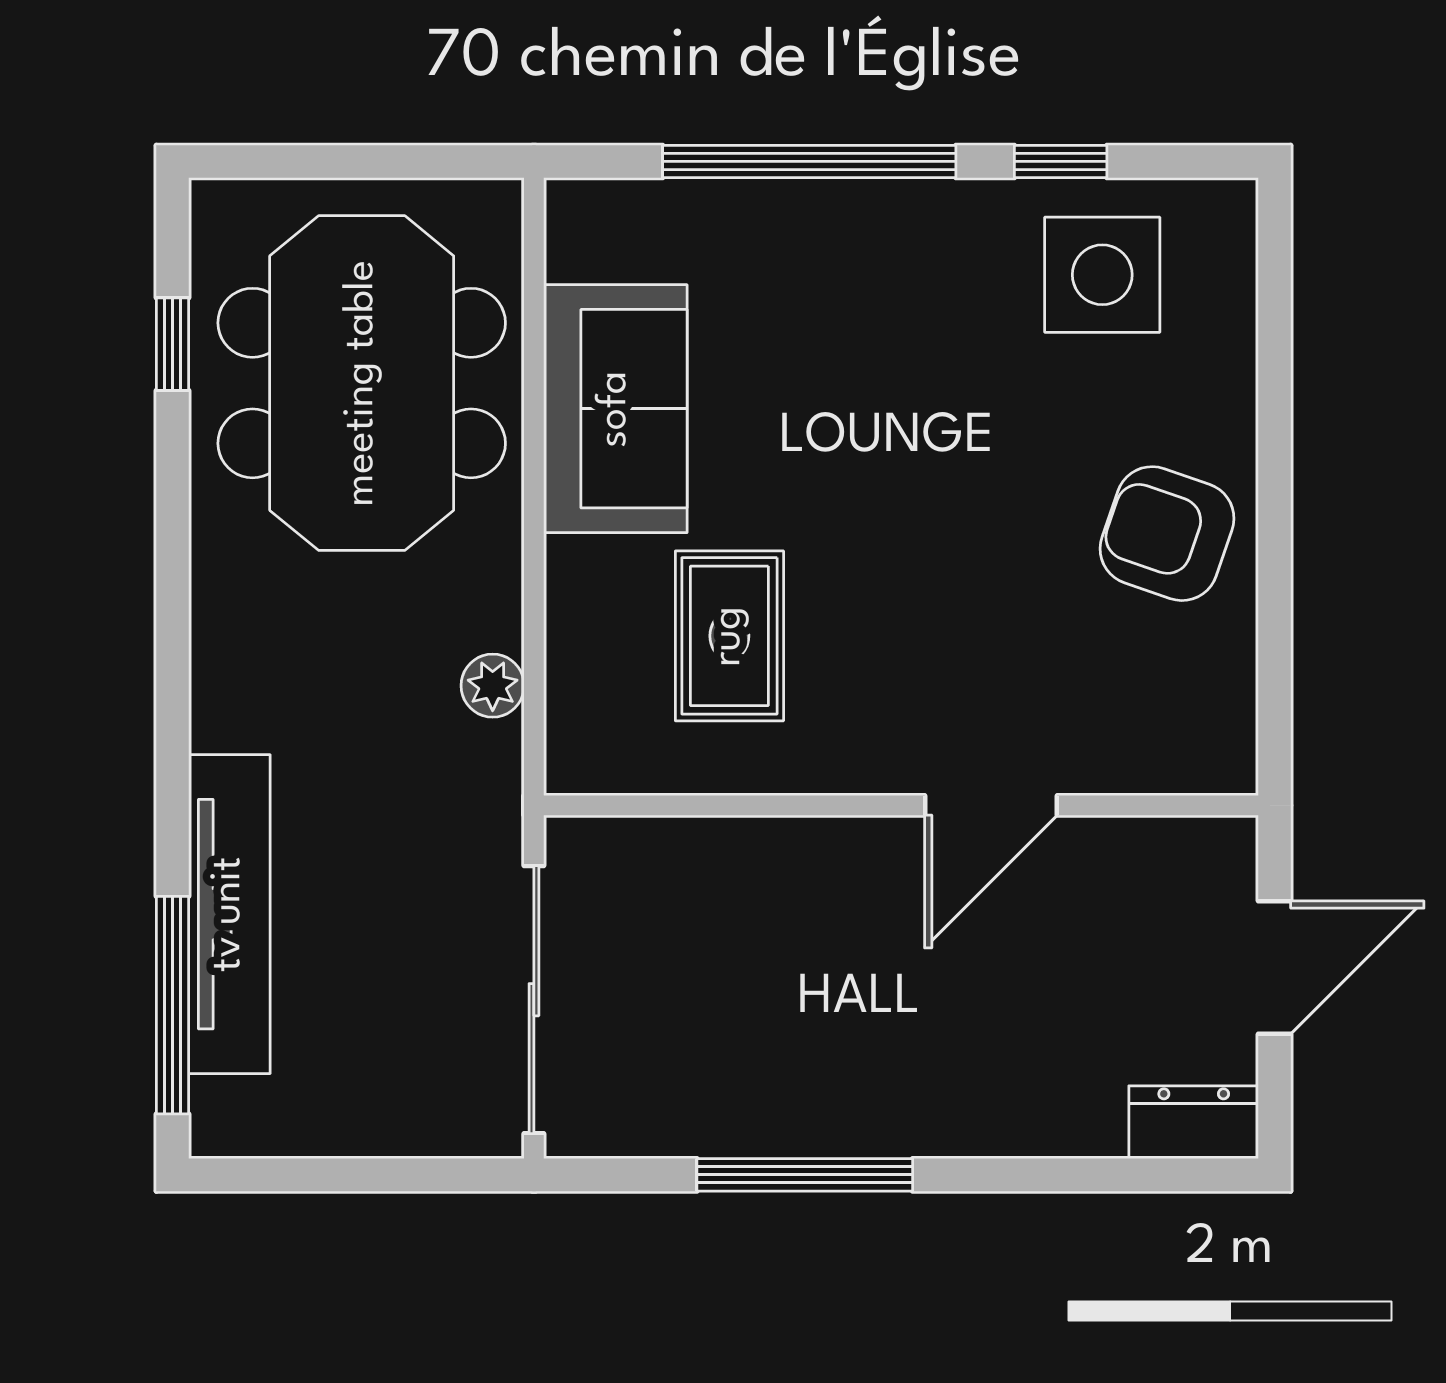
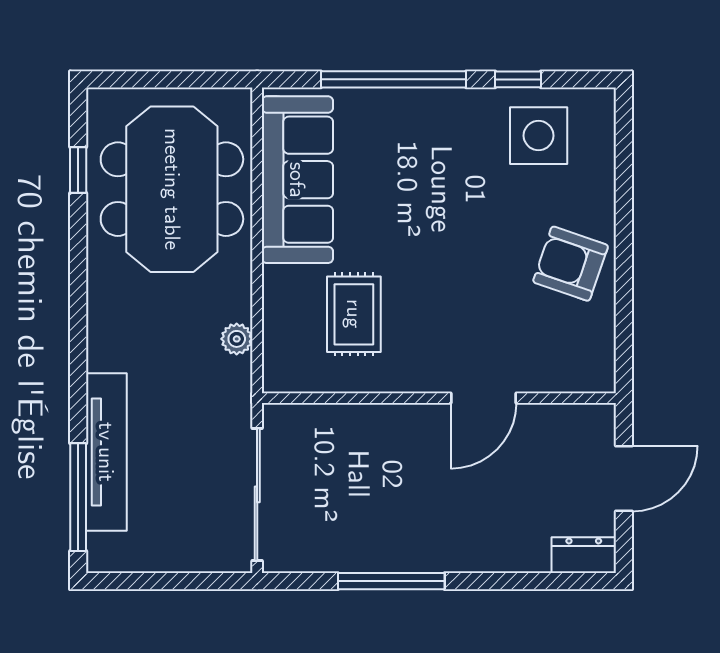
sofa: (615, 409) -> (297, 180), width x1.36

